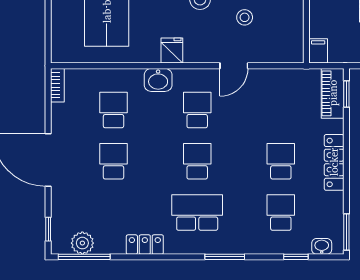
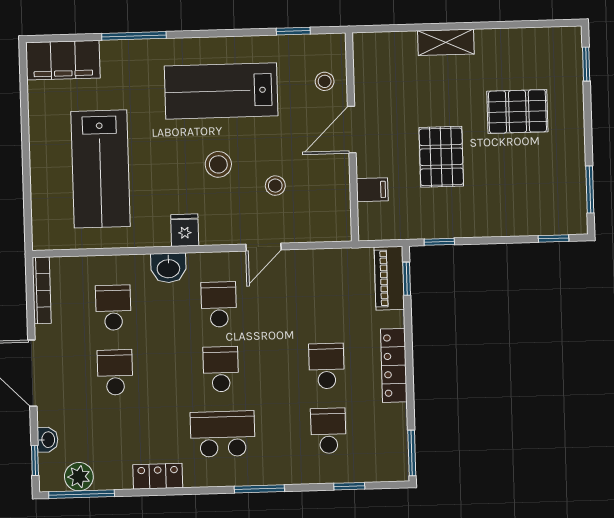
filing cabinet: (318, 51) -> (372, 190), moved, turned 90
bookcase: (57, 85) -> (42, 290), width x1.56
washbasin: (322, 246) -> (48, 440), moved, turned 90

